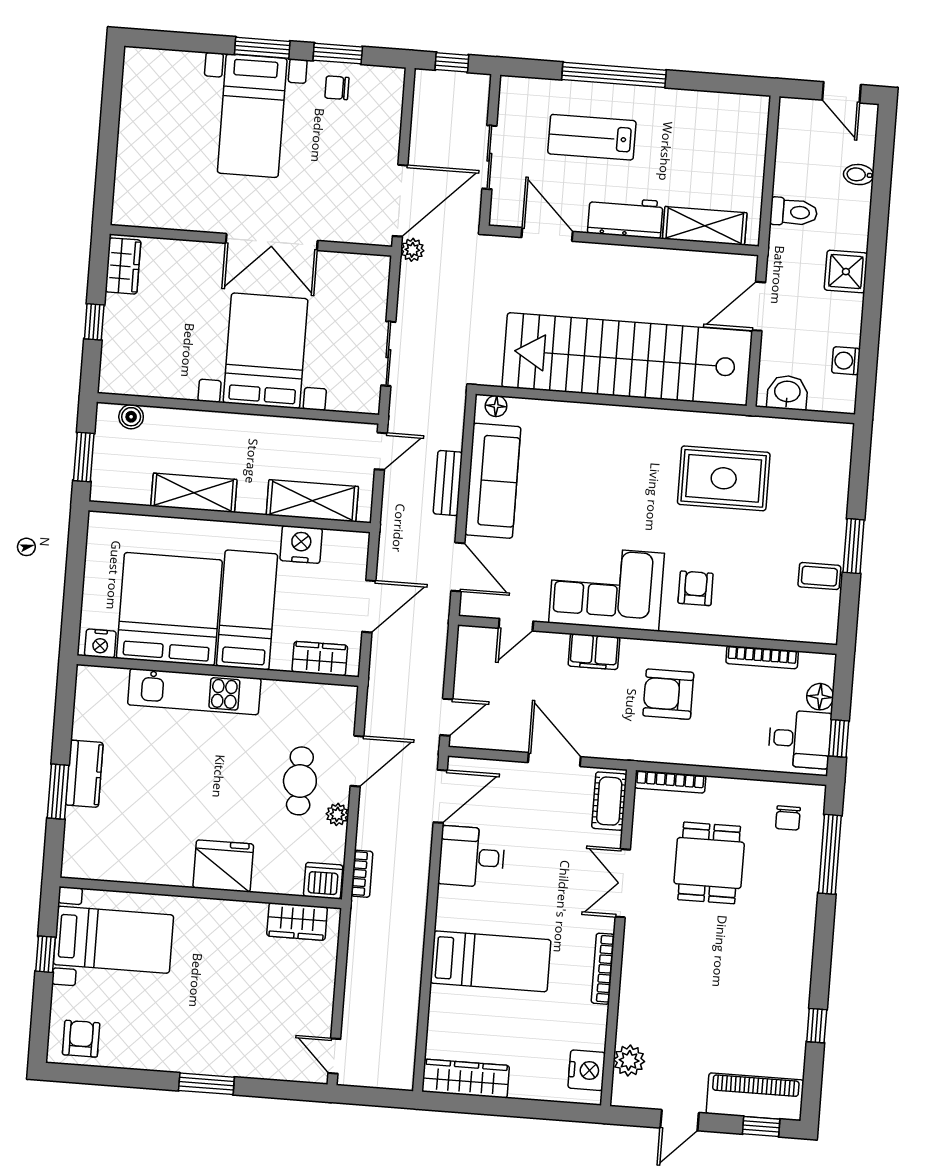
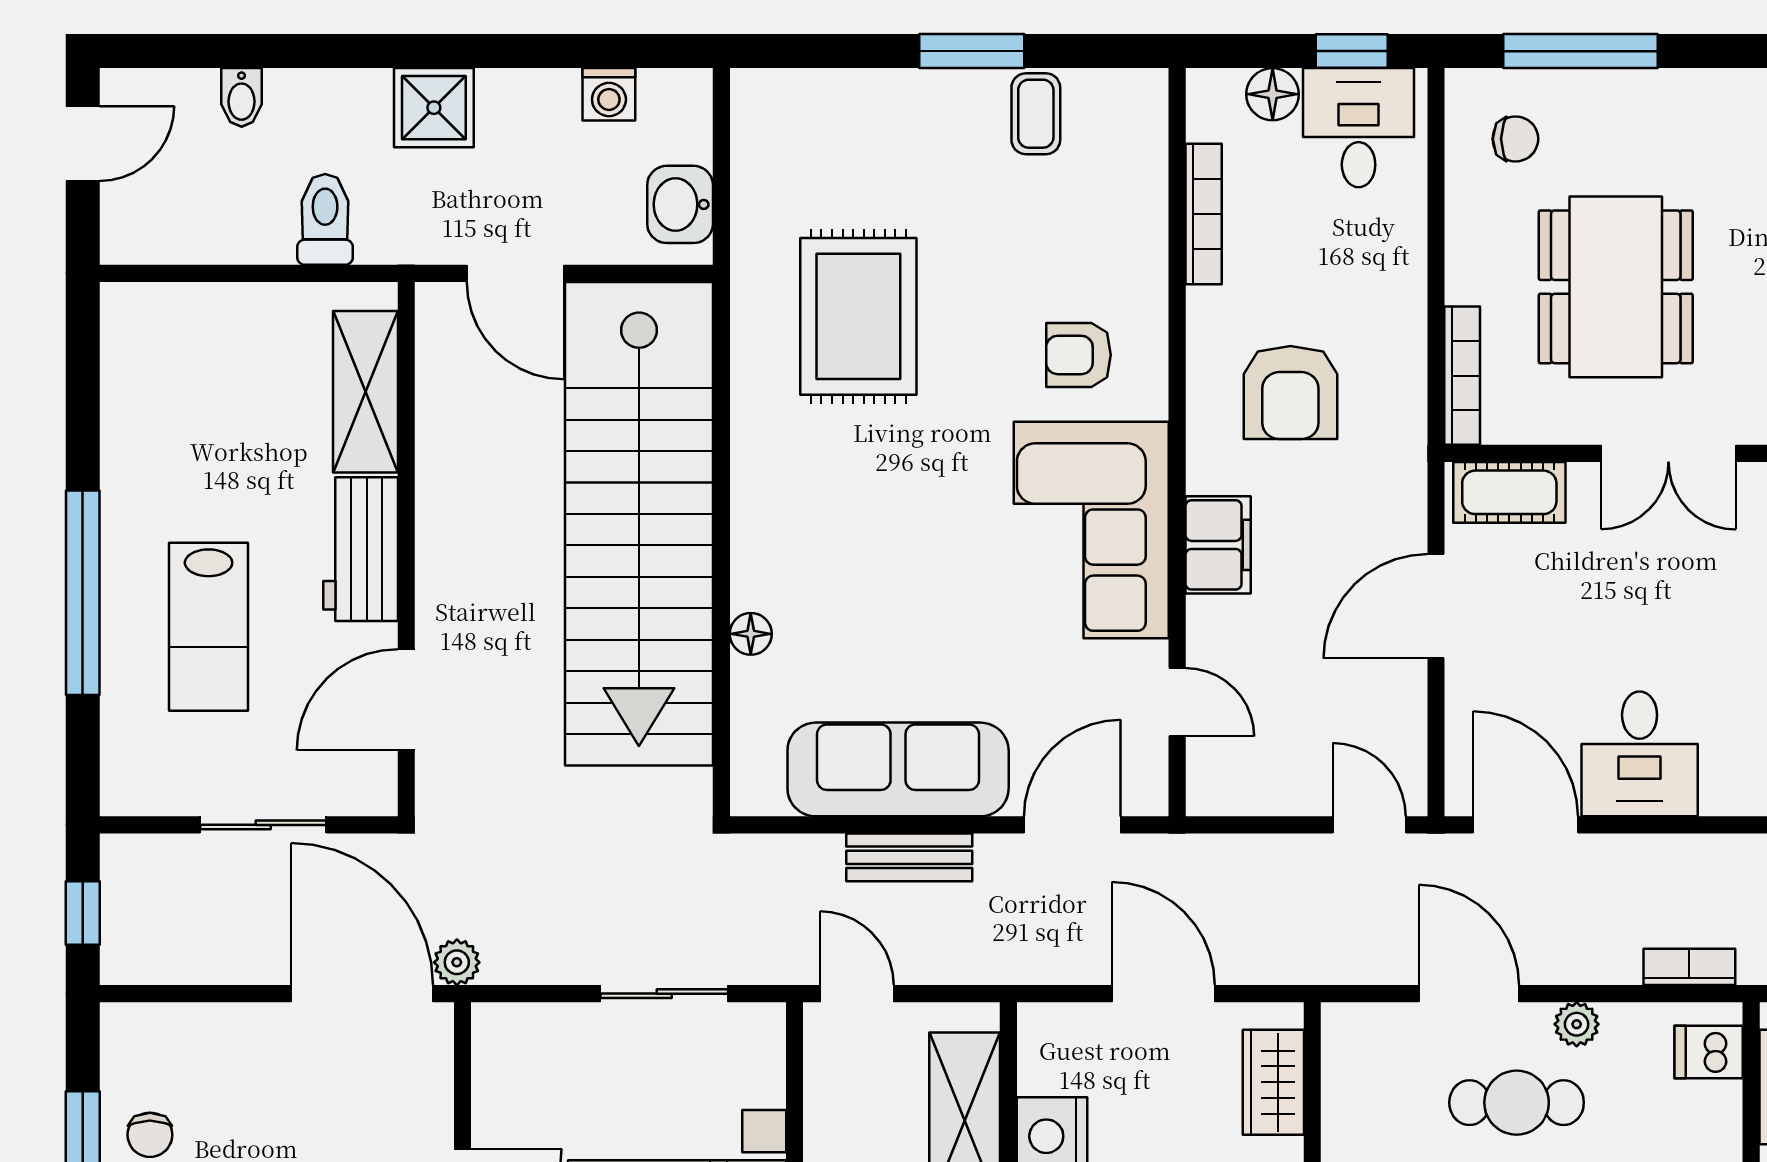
floor lamp: (496, 406) -> (751, 634), moved
dining table: (709, 863) -> (1616, 287), width x1.38
dishwasher: (323, 881) -> (1709, 1052), width x0.73

